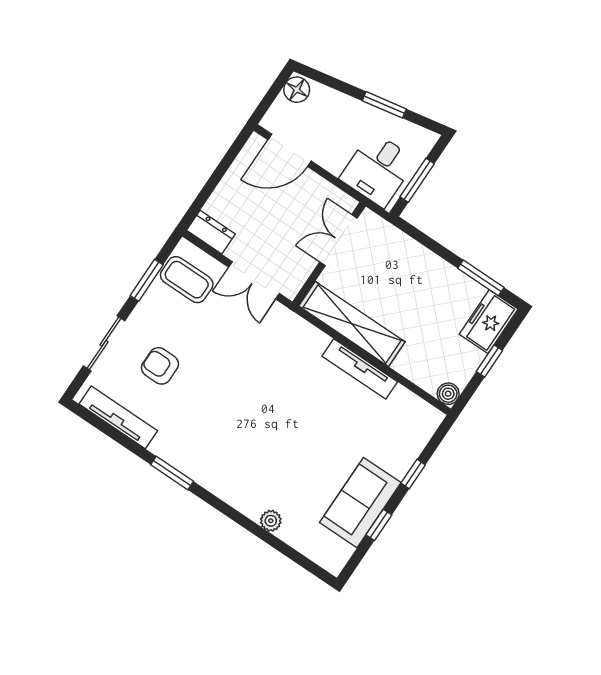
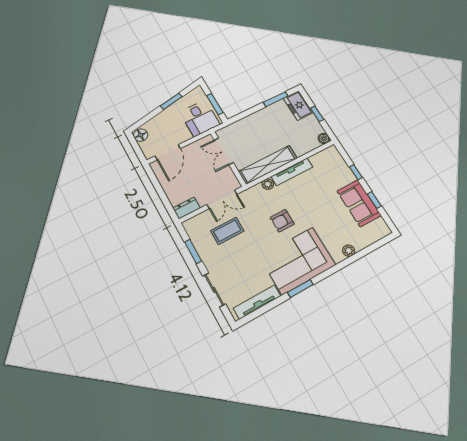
coffee table: (187, 280) -> (227, 231), moved
plant: (318, 340) -> (268, 184), added
armchair: (160, 366) -> (282, 221), moved
corner sofa: (214, 448) -> (297, 261), added

